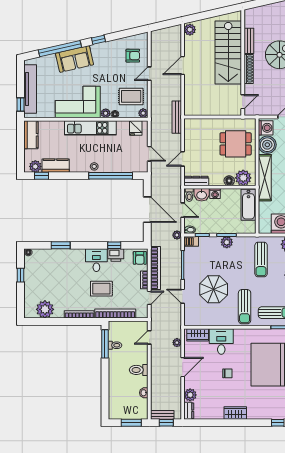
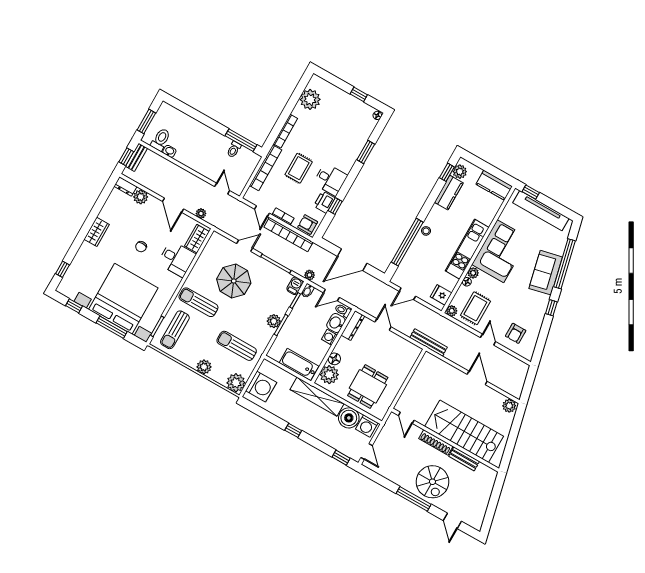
toilet: (139, 370) -> (161, 140), moved

